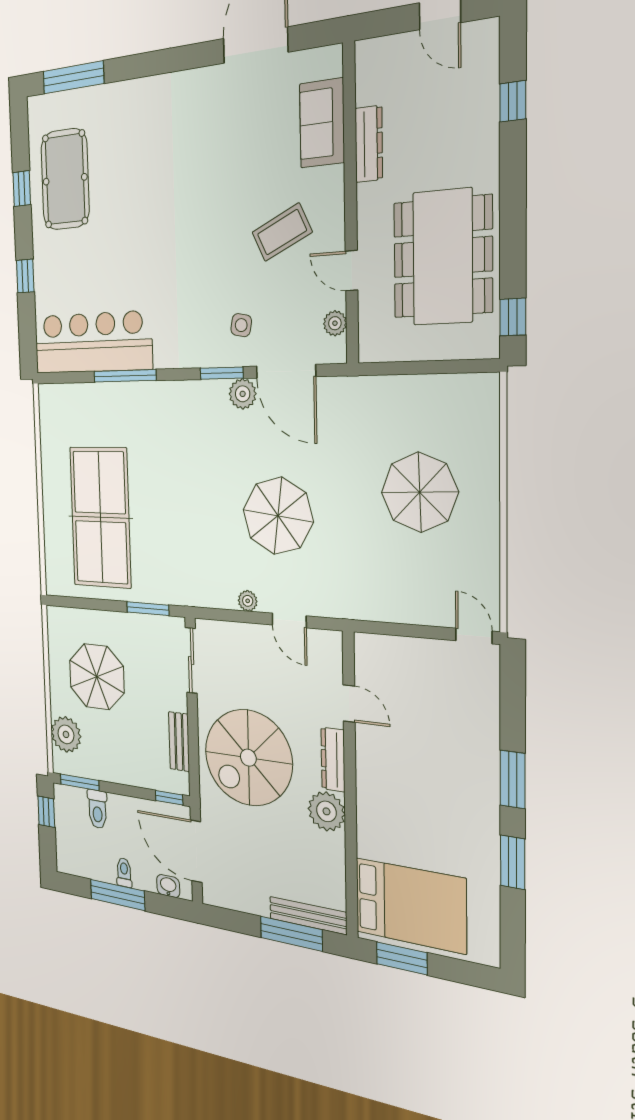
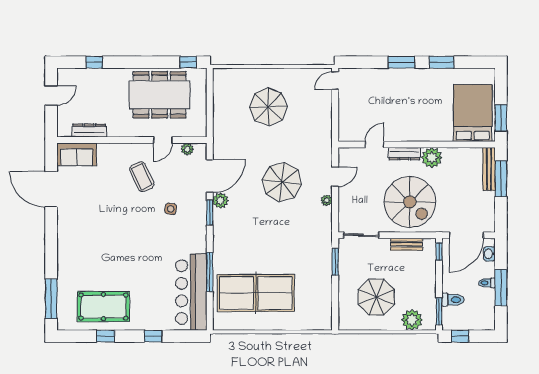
sofa: (322, 123) -> (77, 154), moved
dresser: (369, 144) -> (89, 131), moved
side table: (241, 325) -> (171, 209), moved
table tennis table: (100, 517) -> (256, 293), moved

